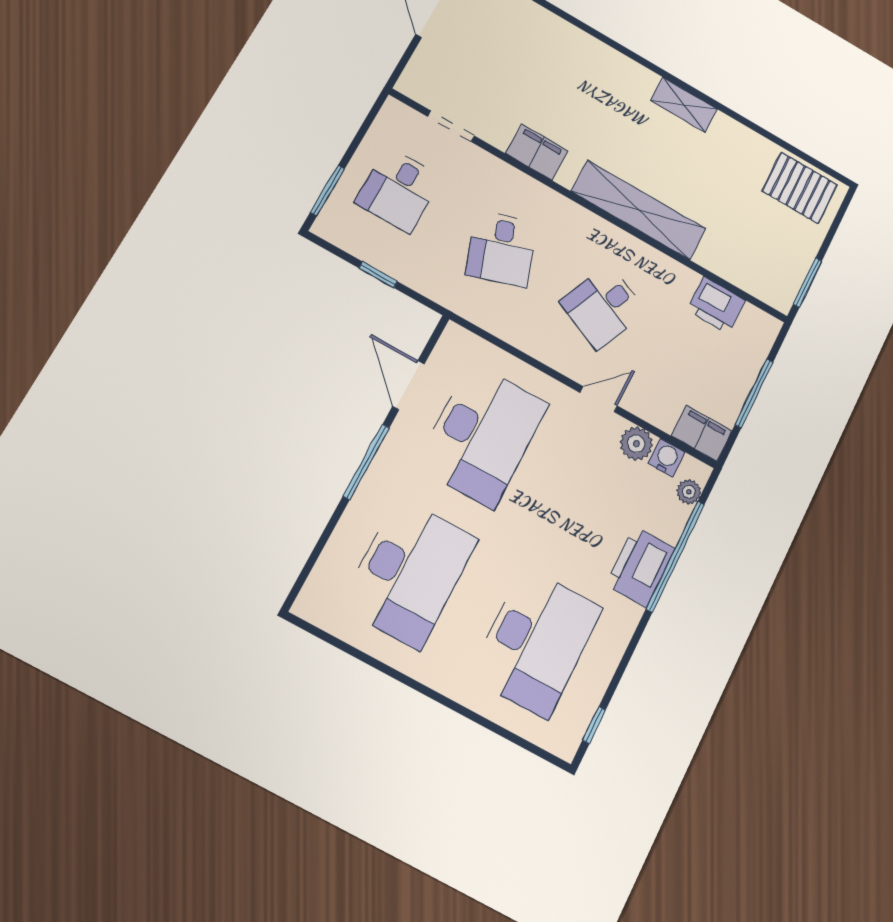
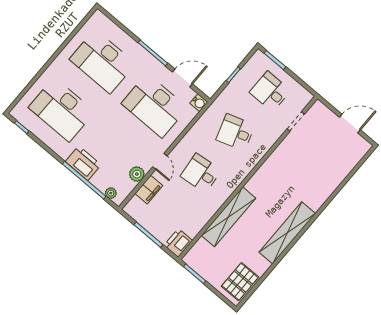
shelving: (684, 105) -> (287, 233), width x2.20, depth x1.33
filing cabinet: (537, 152) -> (277, 158), removed
shelving: (639, 210) -> (229, 217), moved
printer: (716, 305) -> (178, 243), moved
desk: (603, 307) -> (201, 173), turned -30
filing cabinet: (702, 433) -> (149, 190), moved
water cooler: (667, 458) -> (199, 103), moved

